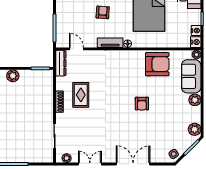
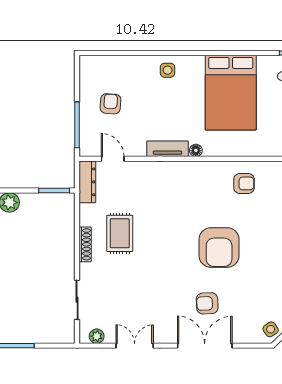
armchair: (103, 12) -> (110, 104), moved
armchair: (157, 64) -> (244, 183), width x0.53, depth x0.53
armchair: (142, 104) -> (219, 247), width x1.88, depth x1.88
armchair: (135, 138) -> (207, 303), added

